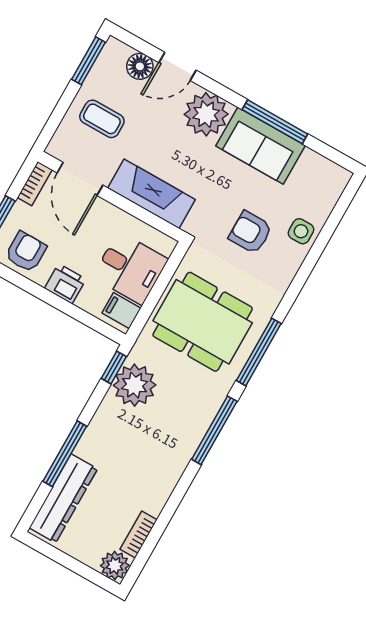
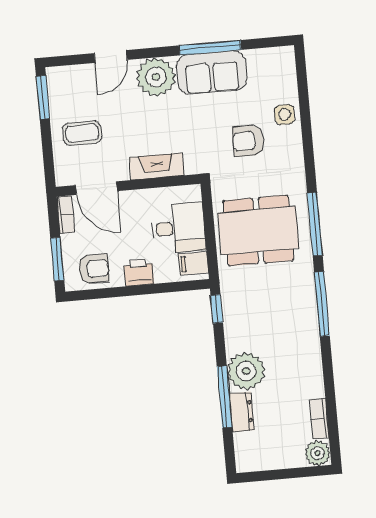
floor lamp: (140, 66) -> (83, 76), removed
fireplace: (152, 194) -> (157, 166), width x0.73, depth x0.76
armchair: (26, 252) -> (94, 269), turned 90
plant: (135, 385) -> (246, 371), moved
dresser: (63, 498) -> (242, 412), width x0.51, depth x0.80

